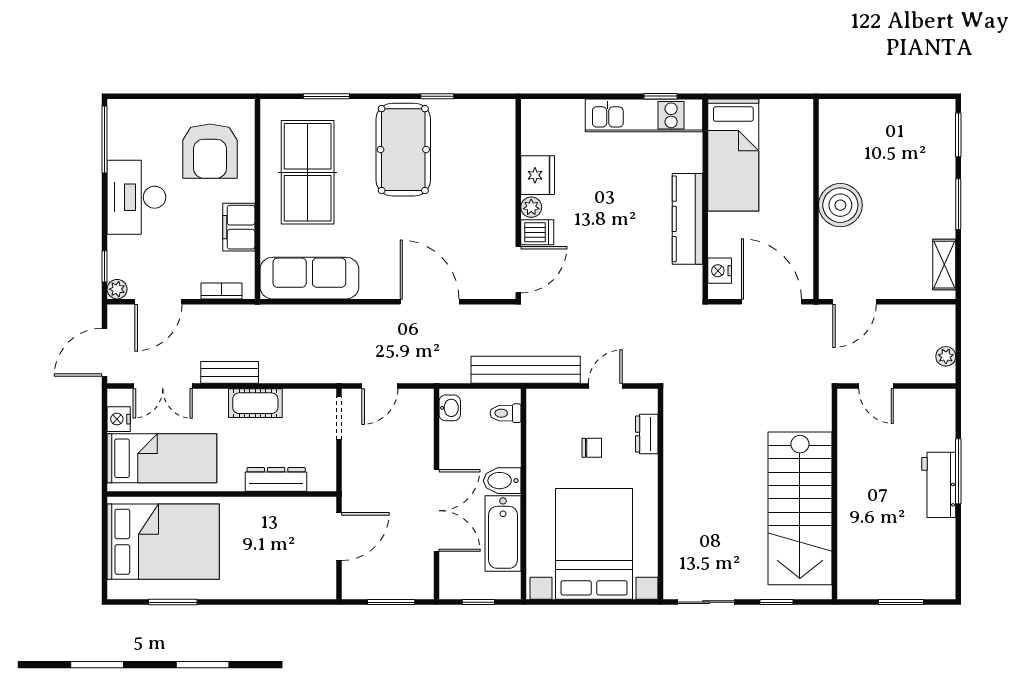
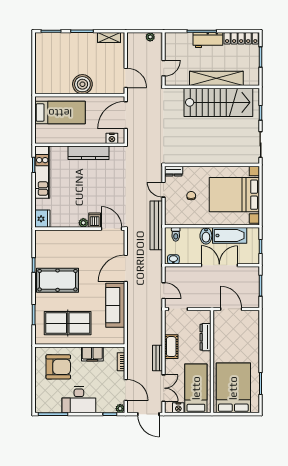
bed: (733, 155) -> (60, 113), moved
fridge: (538, 175) -> (42, 219), moved, turned 90
sofa: (309, 278) -> (115, 305), moved
dresser: (647, 434) -> (174, 171), moved
shelving: (853, 504) -> (216, 78), added
locker: (943, 559) -> (241, 38), added

